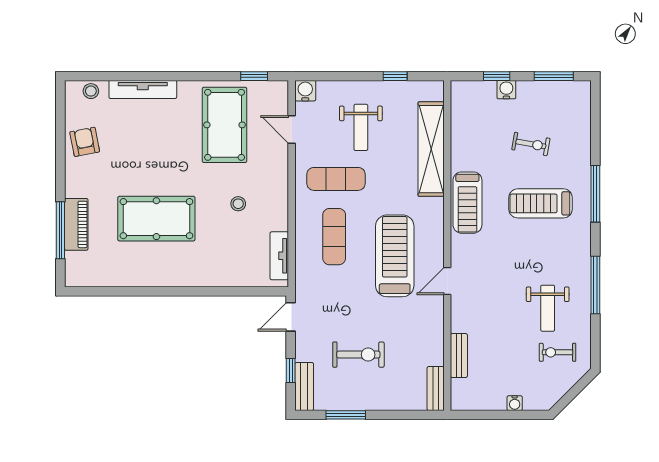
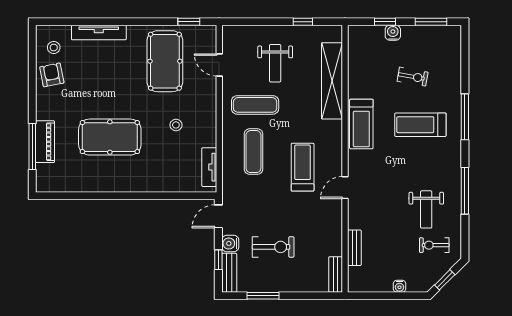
stool: (91, 91) -> (54, 47), moved
water cooler: (305, 91) -> (230, 243), moved, turned -90
treadmill: (395, 256) -> (303, 167), width x0.73, depth x0.73
window: (571, 395) -> (445, 280), added

